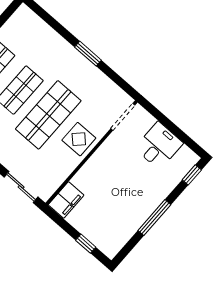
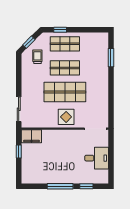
window: (88, 54) -> (111, 58), moved
window: (192, 175) -> (86, 186), moved
window: (86, 244) -> (19, 151), moved

